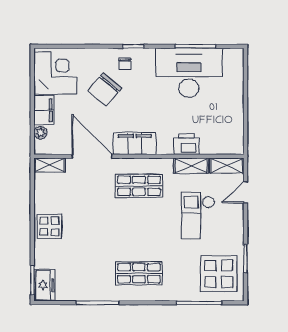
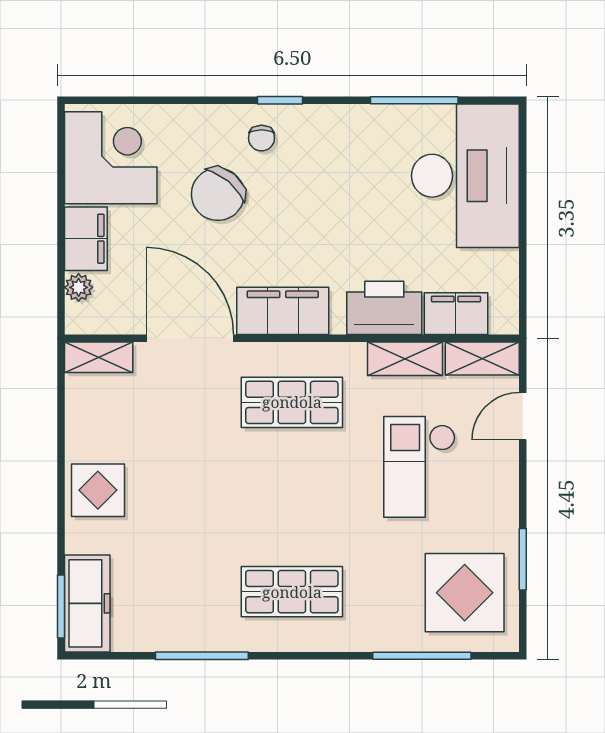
desk: (189, 73) -> (465, 176), moved, turned 90
printer: (186, 144) -> (384, 308), width x1.37, depth x1.19
filing cabinet: (215, 145) -> (456, 314), added
freezer: (44, 285) -> (87, 603), width x1.40

